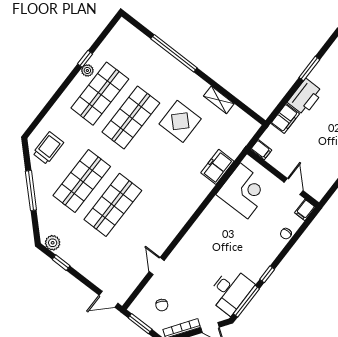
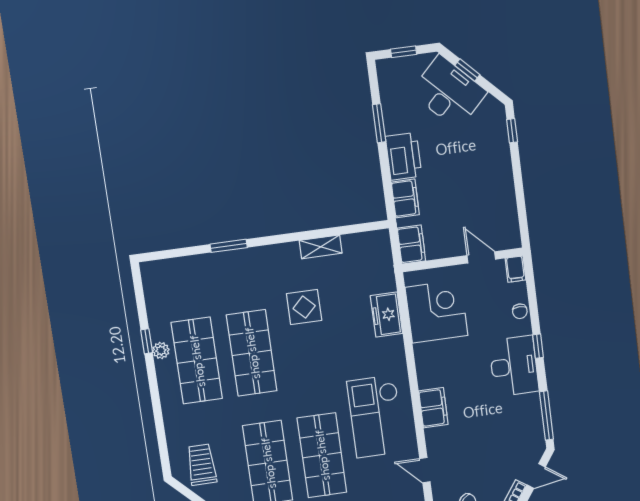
window: (174, 53) -> (229, 246), width x0.47
display table: (180, 121) -> (304, 307), width x0.73, depth x0.73
filing cabinet: (261, 150) -> (411, 244), width x2.00
checkout: (160, 213) -> (376, 416), added
filing cabinet: (193, 238) -> (433, 408), added
window: (267, 274) -> (538, 346), moved
desk: (230, 291) -> (514, 366), moved

